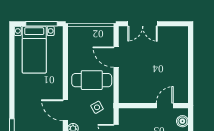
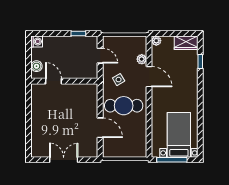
double door: (143, 24) -> (64, 160), moved
door: (165, 106) -> (53, 81), swing flipped

